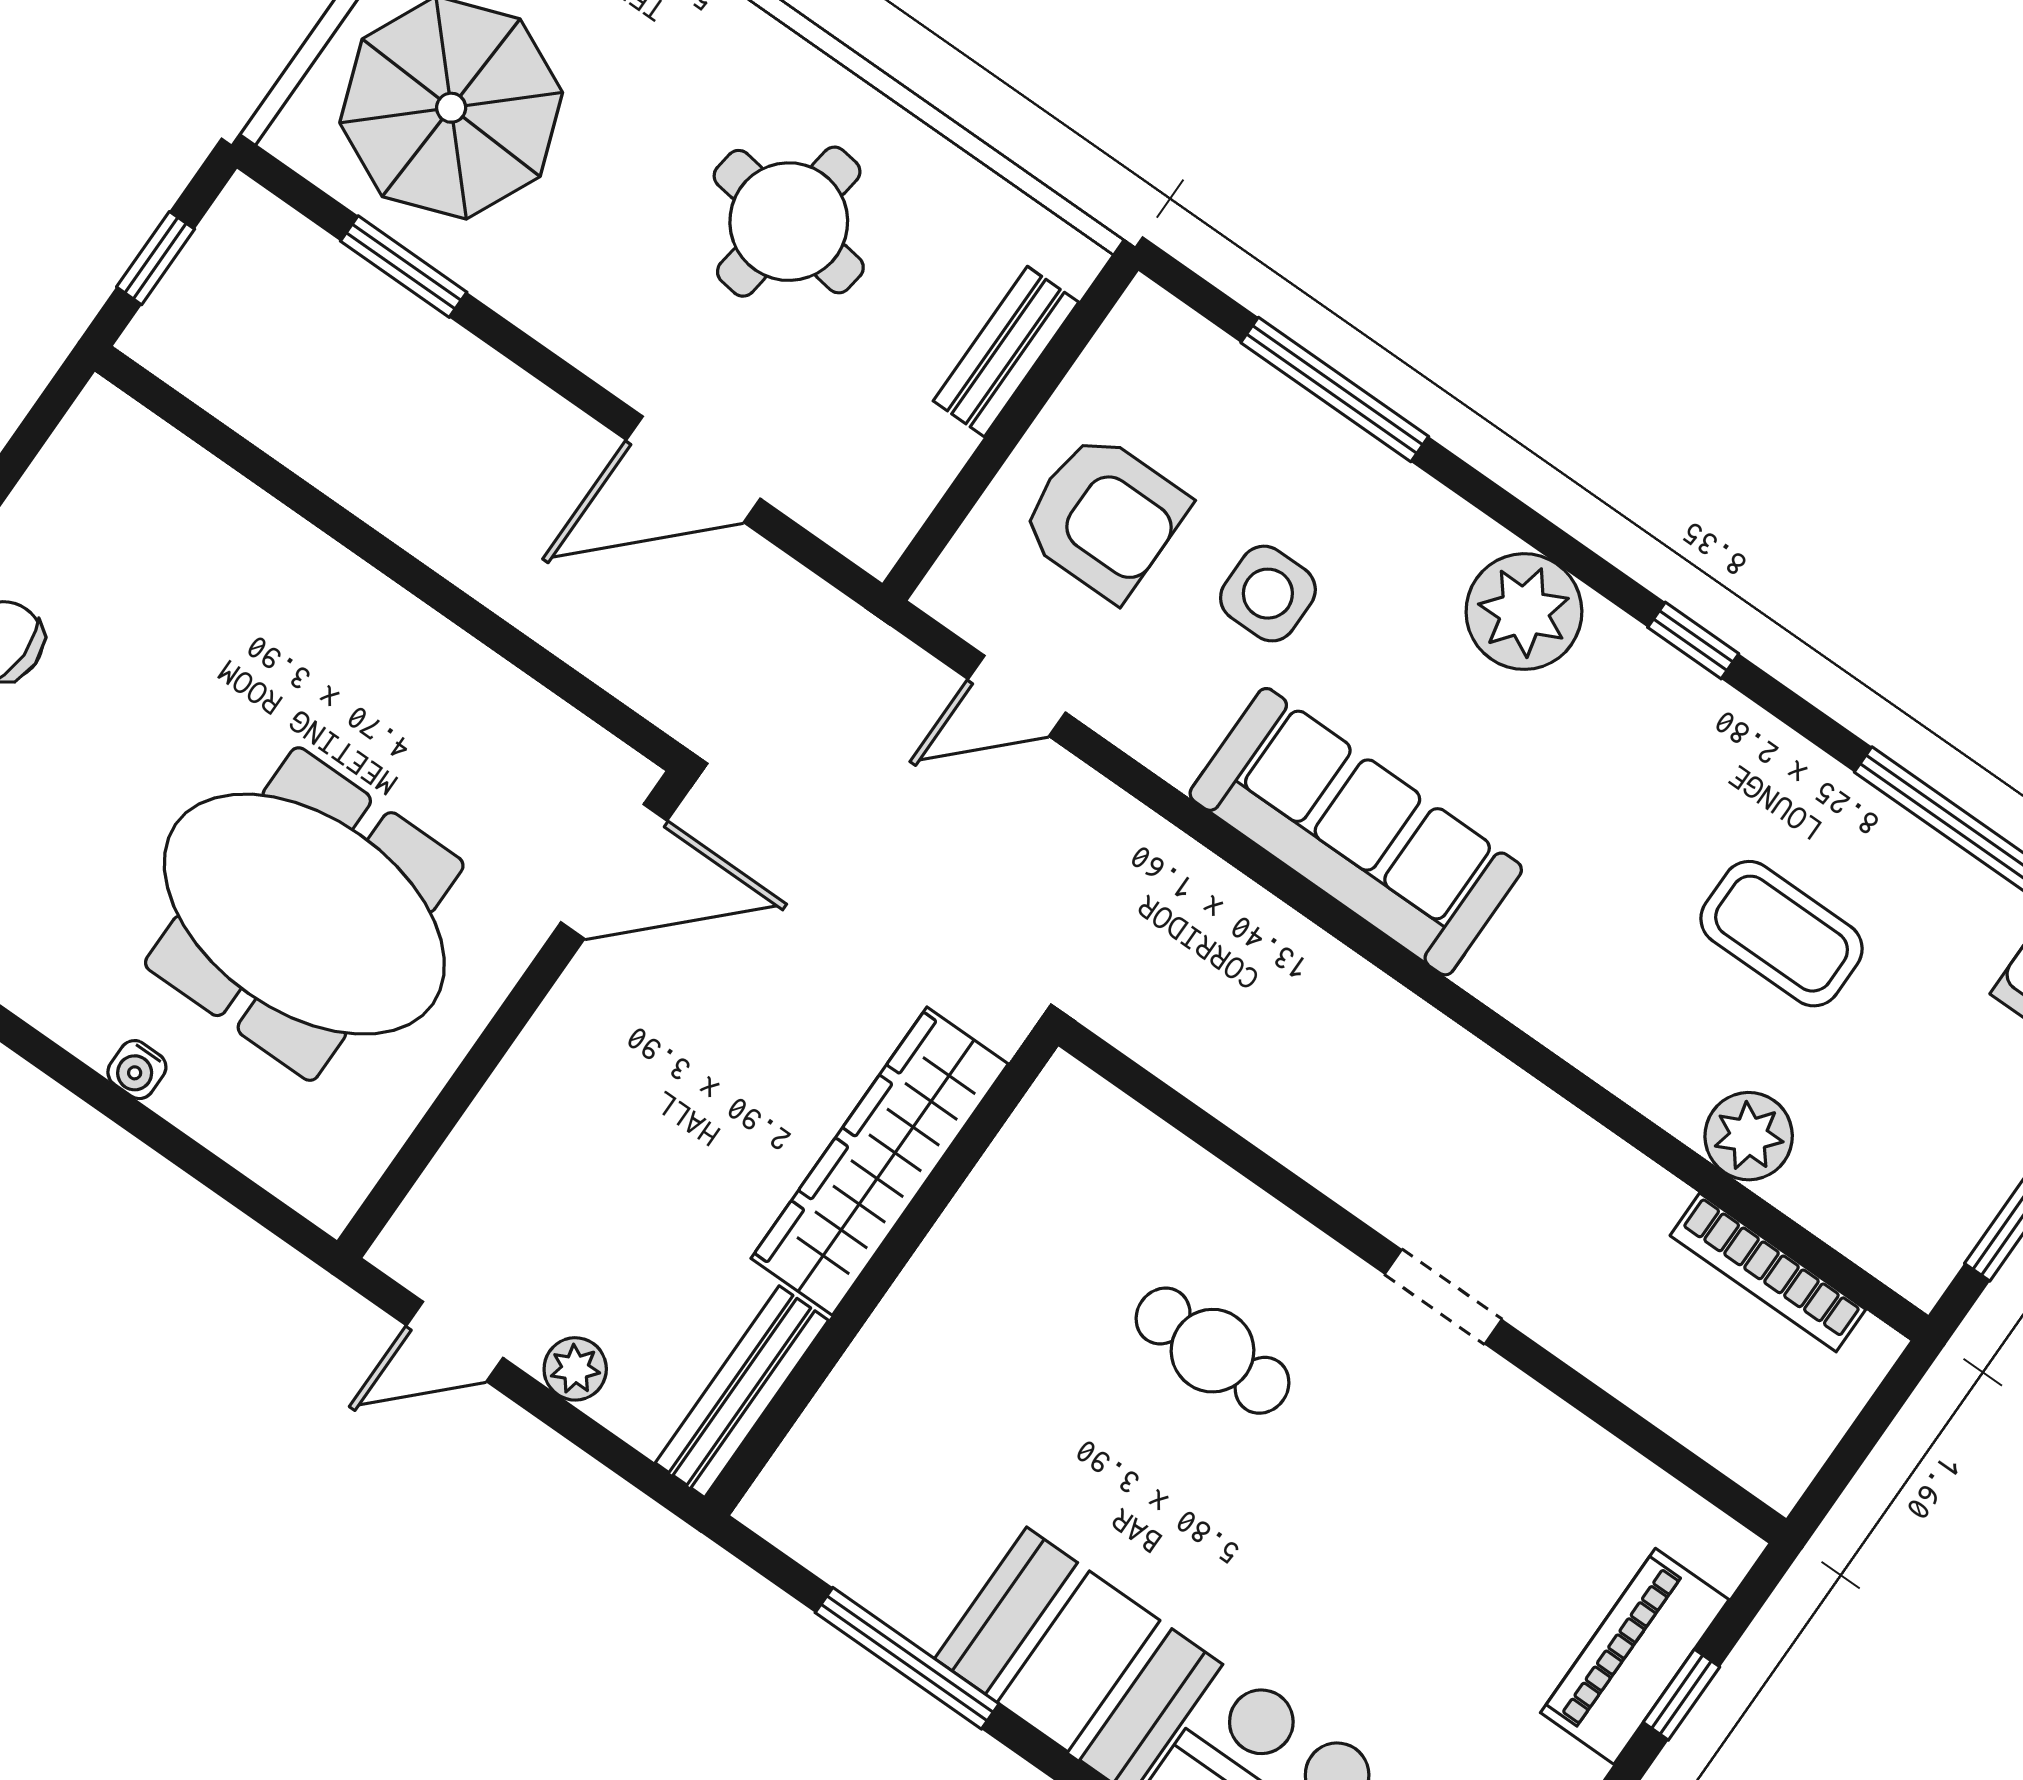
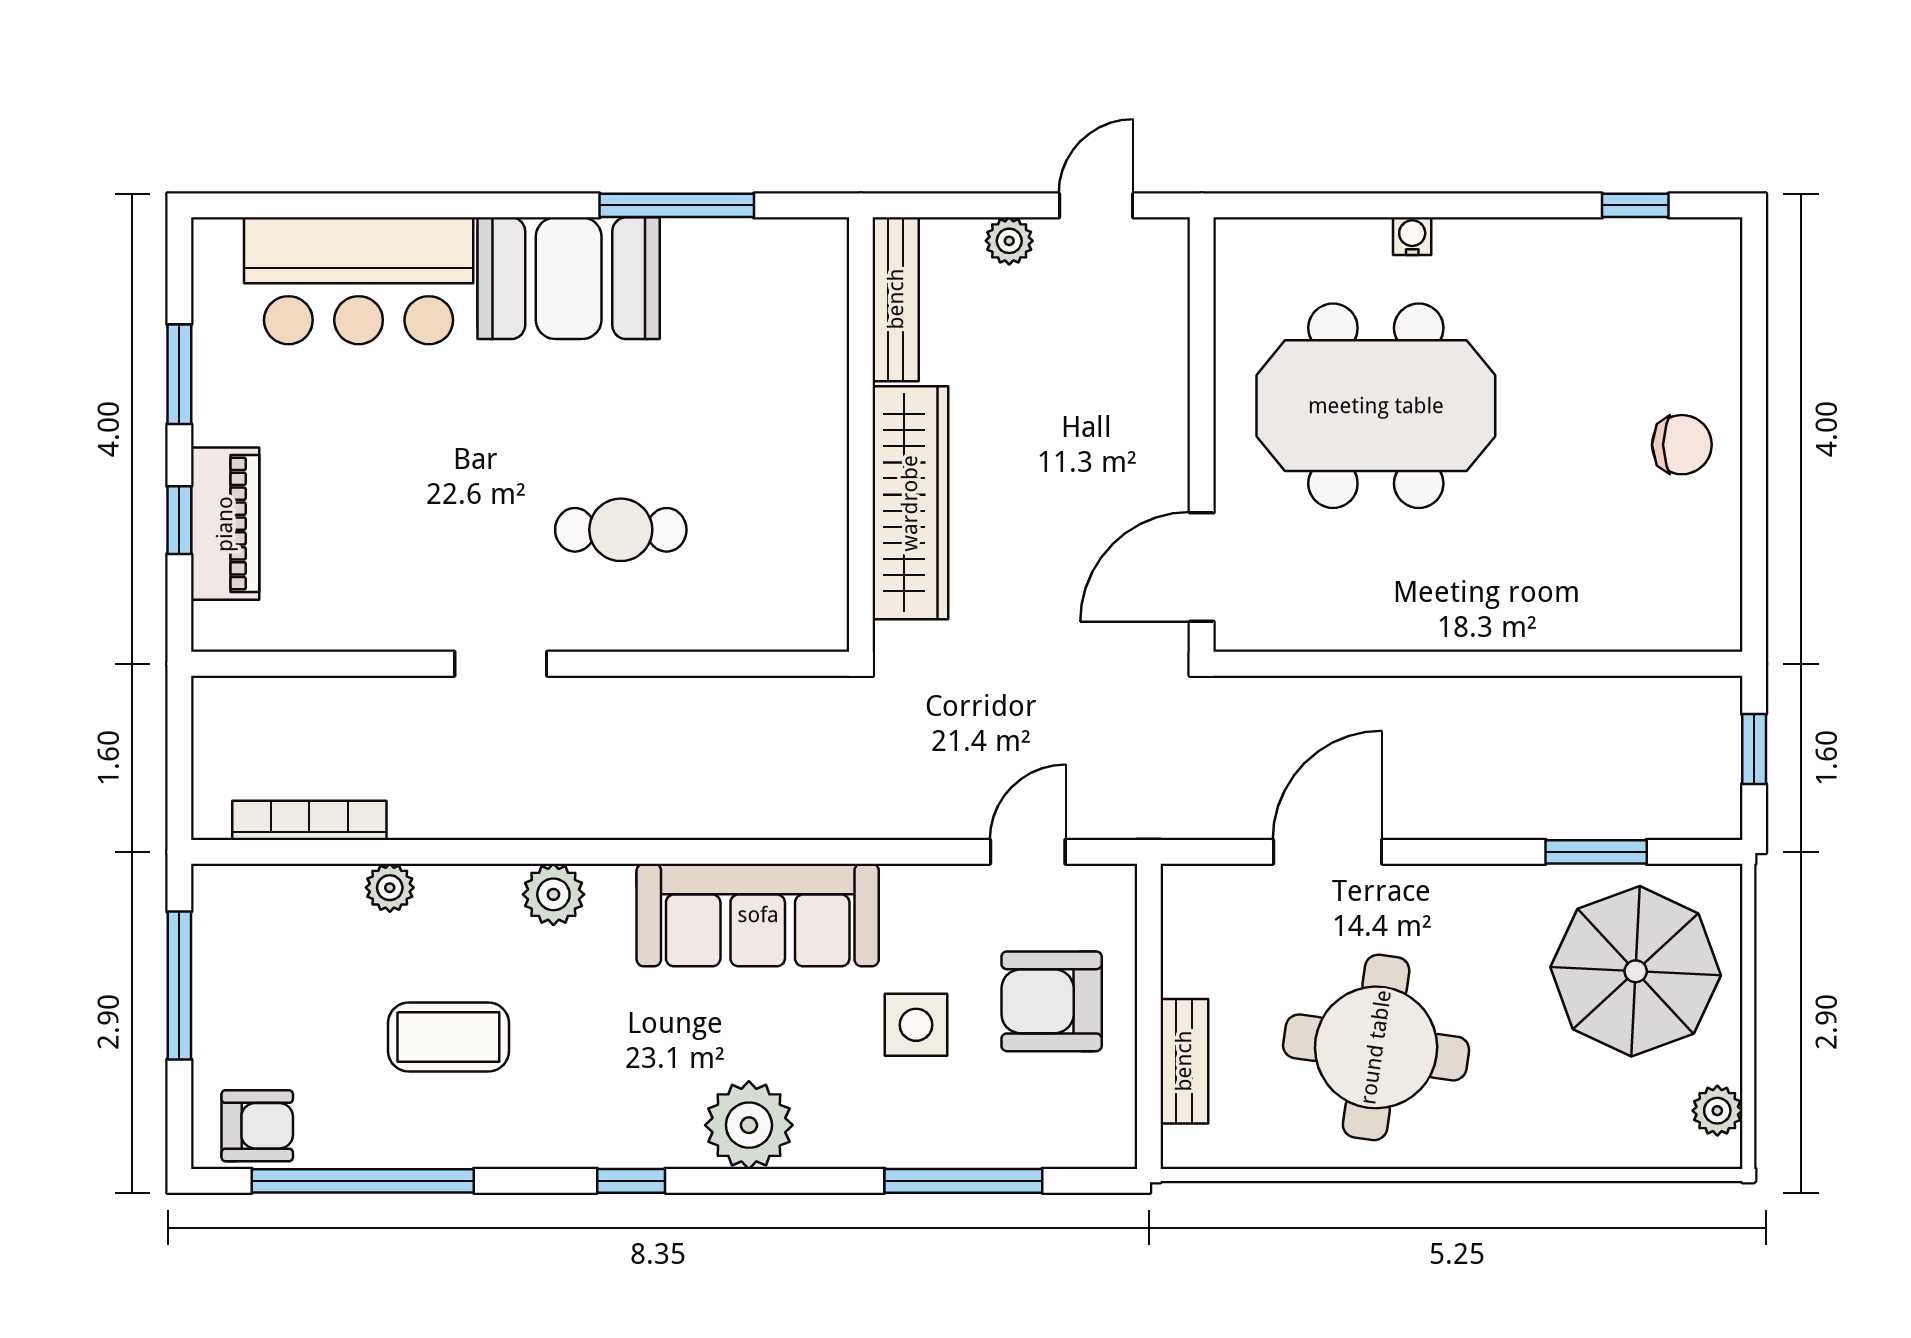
round table: (789, 222) -> (1376, 1047), width x1.36, depth x1.36
plant: (1560, 1008) -> (553, 894), added
plant: (1749, 1136) -> (390, 888), width x0.73, depth x0.73

